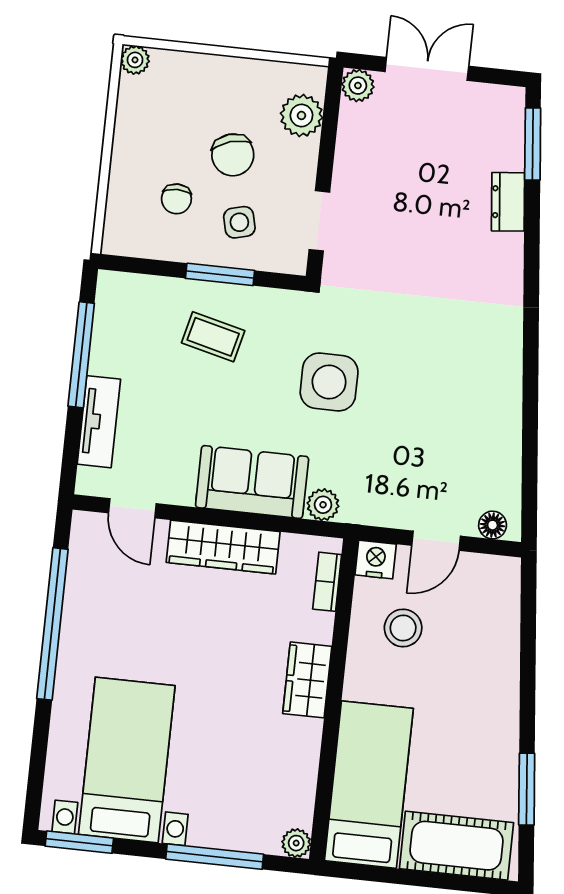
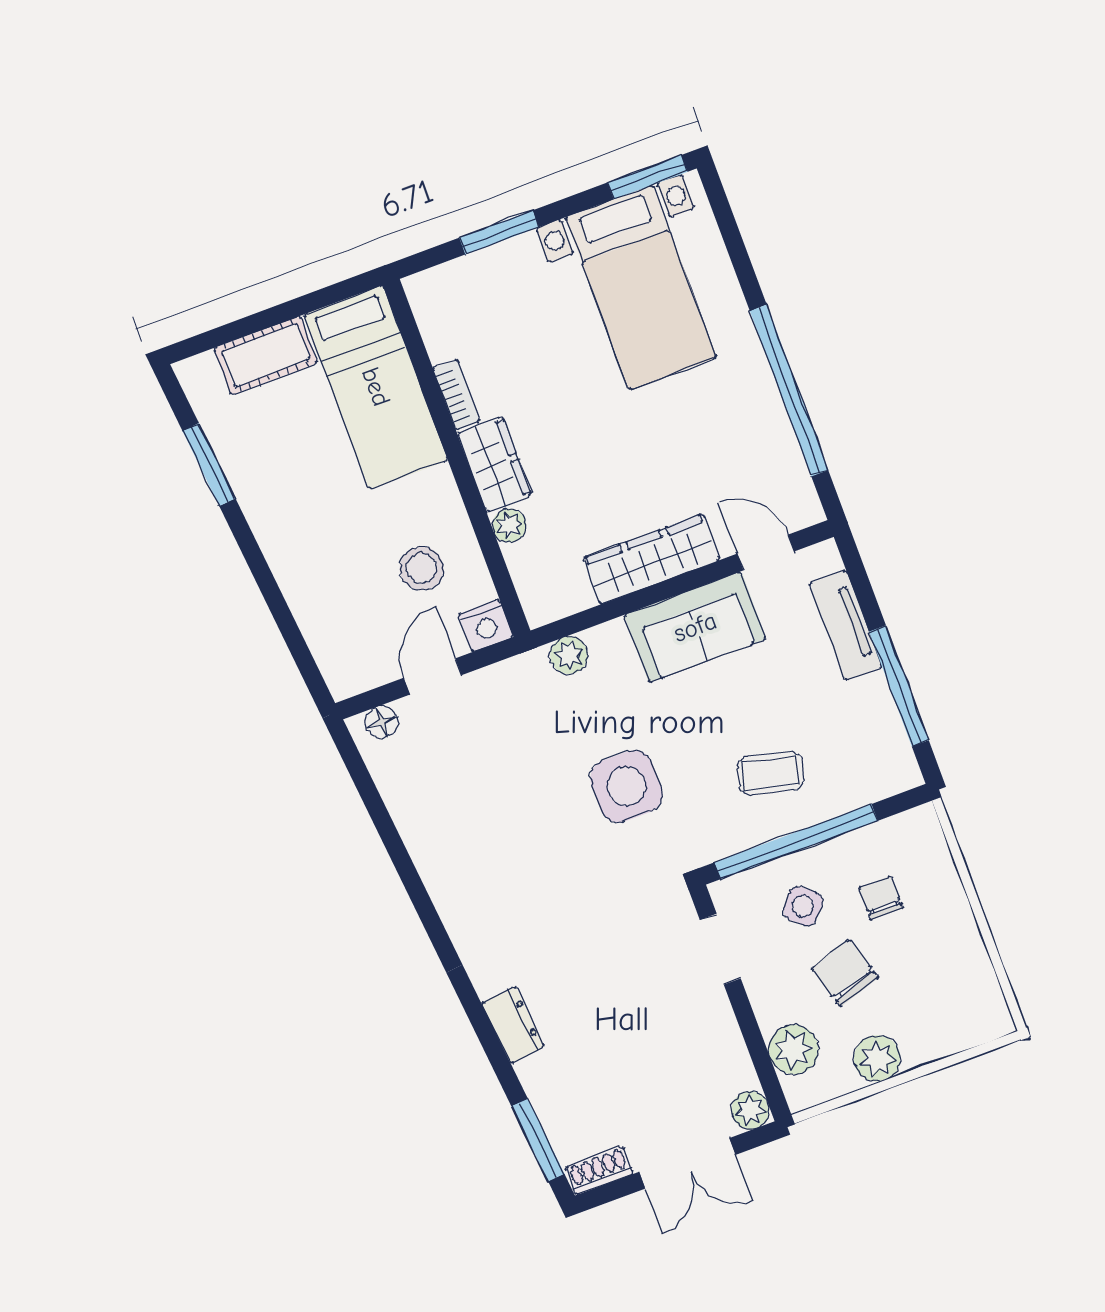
plant: (135, 60) -> (877, 1058), moved, width x1.38, depth x1.38
shoe rack: (497, 97) -> (599, 1171), added
dresser: (508, 202) -> (513, 1025), moved
side table: (239, 222) -> (803, 906), turned -35
window: (220, 274) -> (796, 842), width x2.11
sofa: (252, 482) -> (695, 627), moved
bookcase: (327, 582) -> (457, 394), moved
plant: (296, 843) -> (509, 525), moved
cot: (457, 846) -> (266, 355), width x0.73, depth x0.75
window: (215, 857) -> (499, 232), width x0.69

